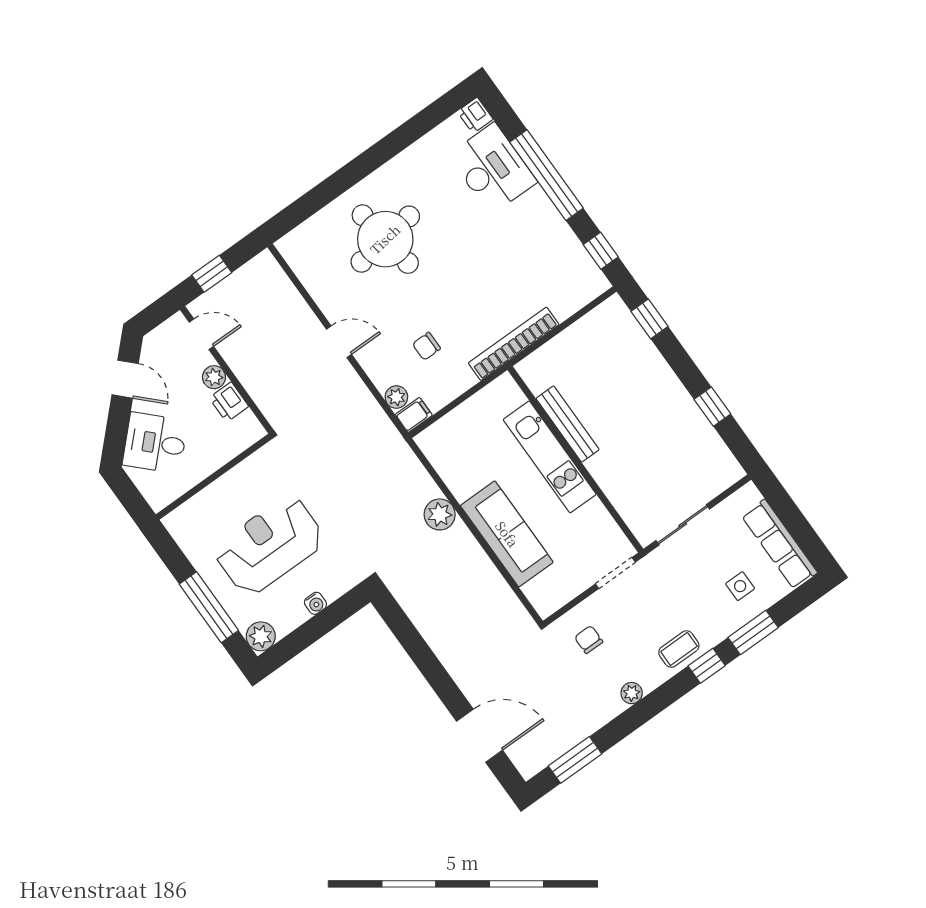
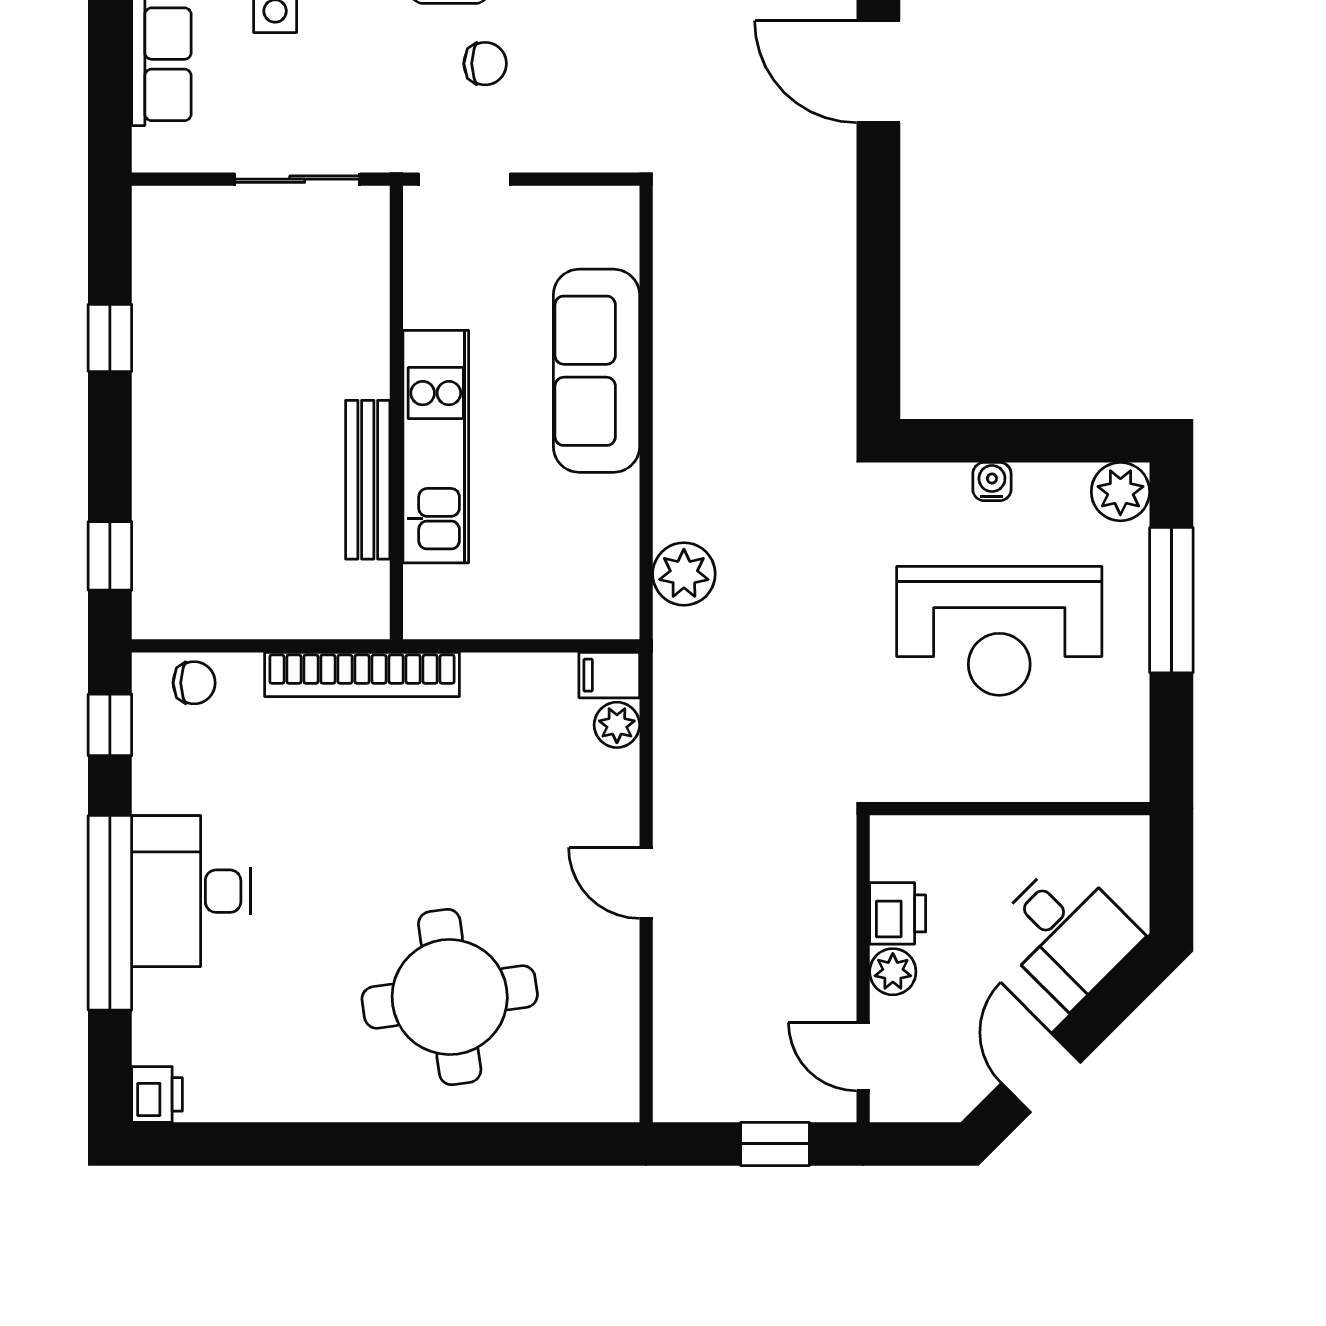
desk: (492, 169) -> (191, 891), moved
chair: (426, 346) -> (194, 683), moved
plant: (440, 514) -> (684, 574), moved
chair: (589, 639) -> (485, 64), moved, turned -90

